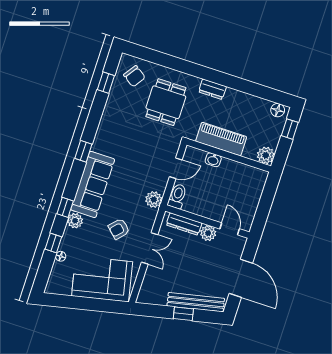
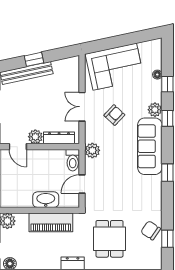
chair: (134, 76) -> (151, 230), moved
washbasin: (213, 160) -> (46, 200), width x1.91, depth x1.45

